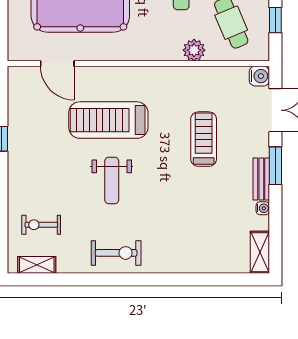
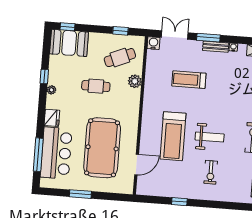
exercise bike: (41, 225) -> (211, 172), moved

